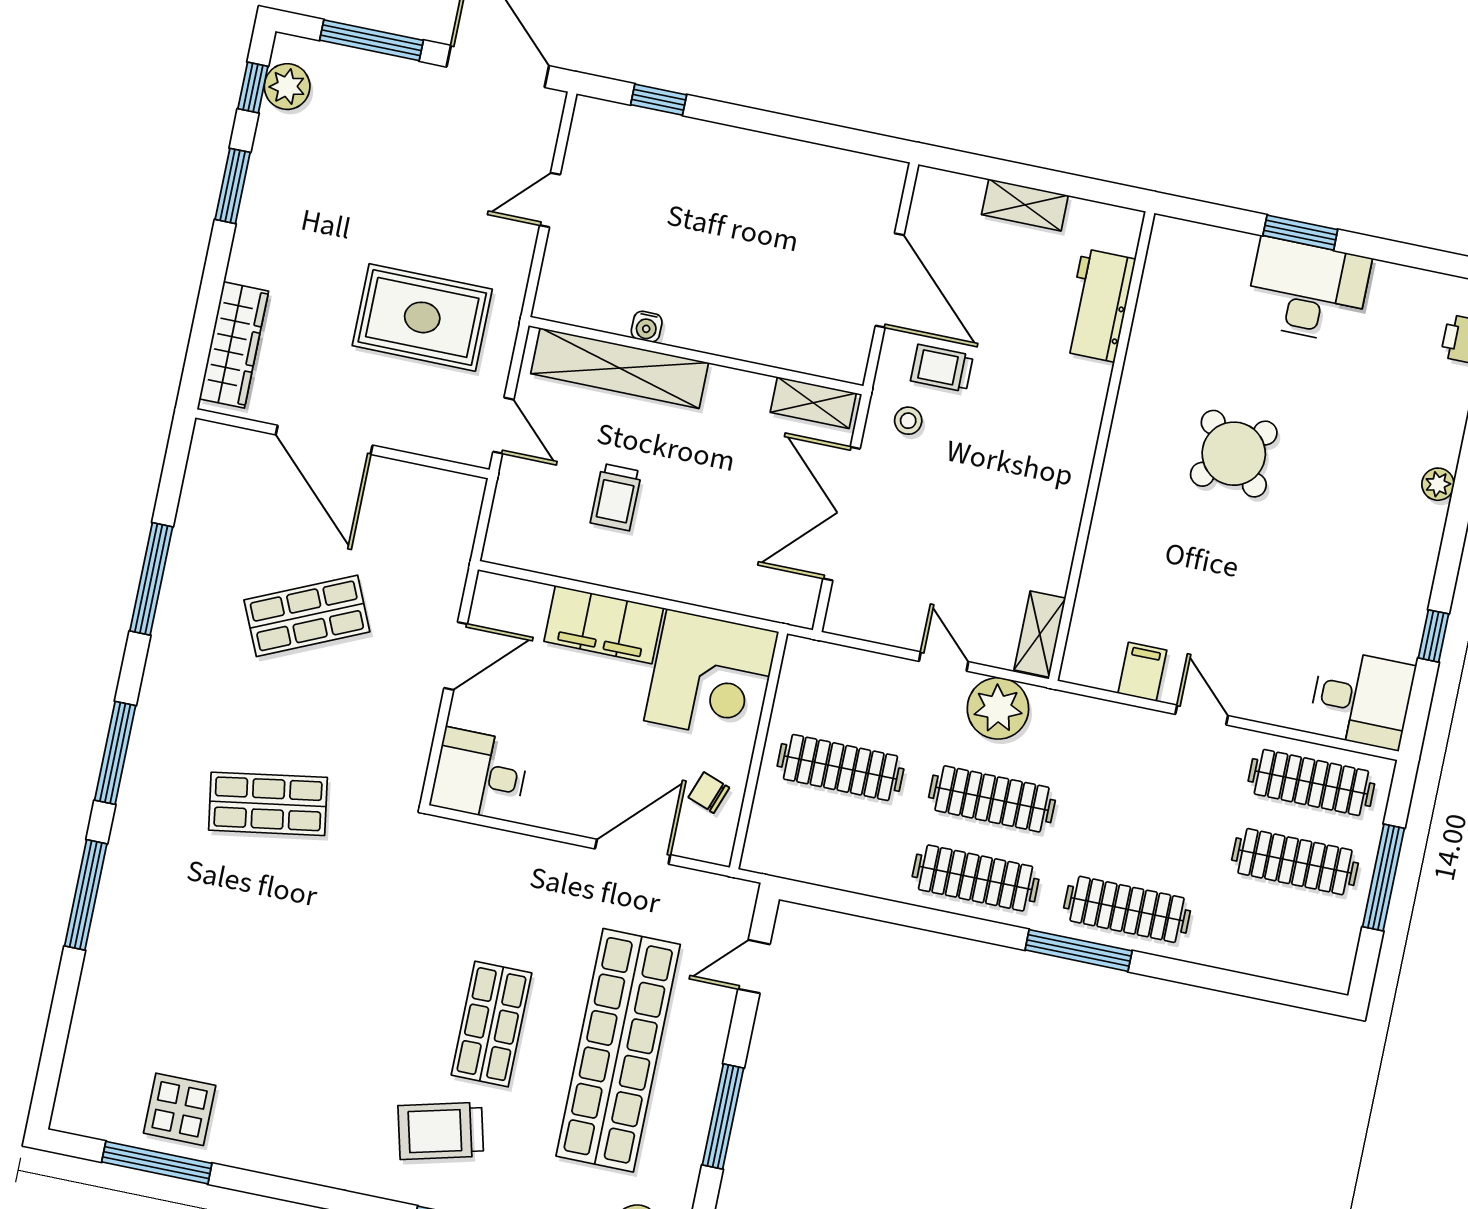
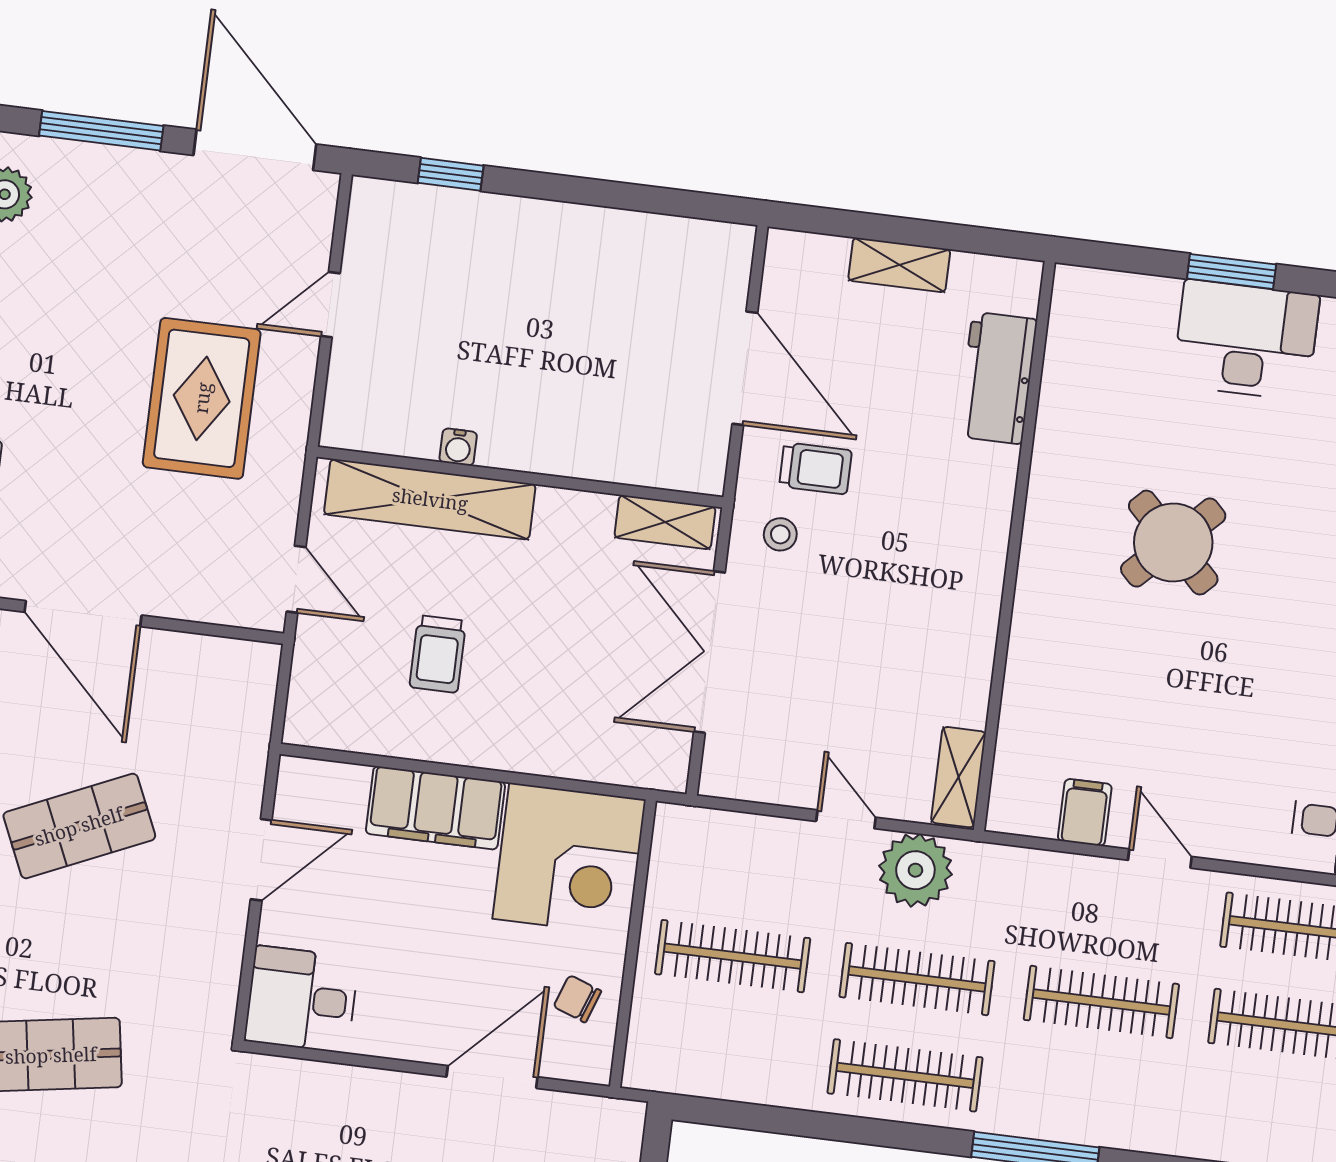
rug: (422, 317) -> (202, 398), moved, turned 90
trolley: (942, 368) -> (816, 468), turned 180
clothes rail: (1127, 909) -> (1101, 1002), moved

